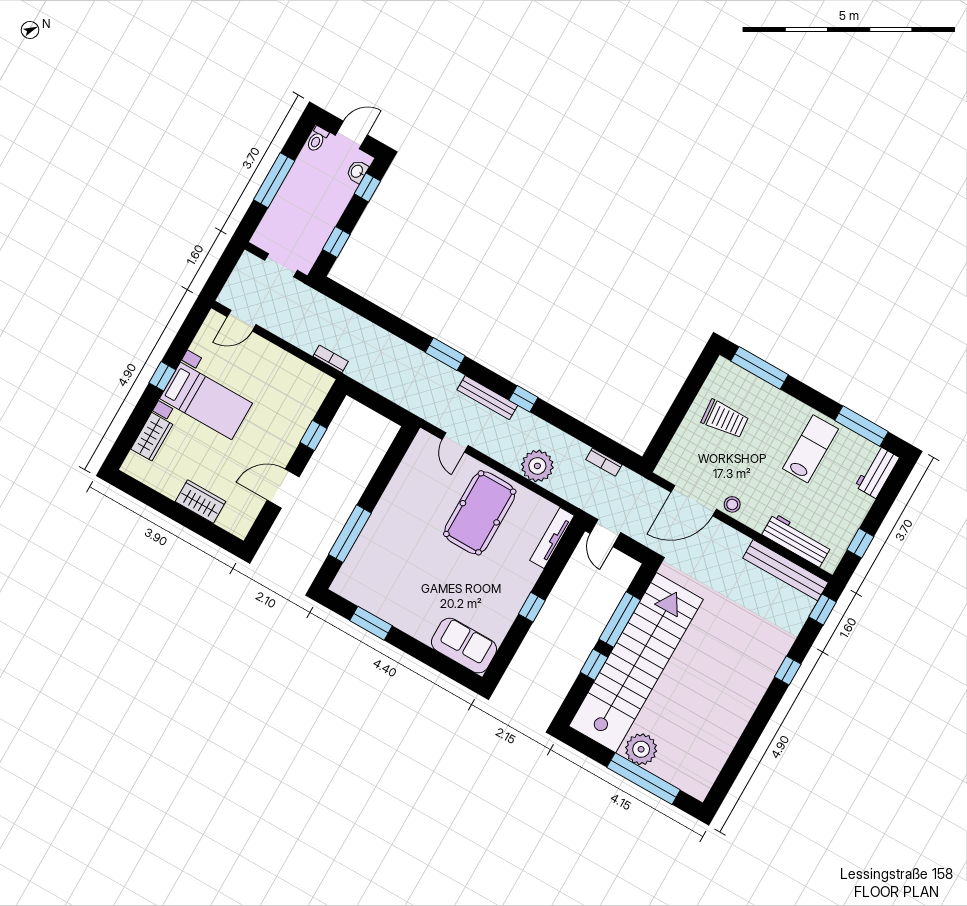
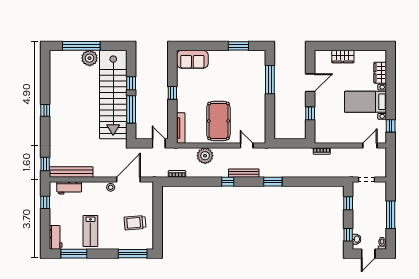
window: (162, 376) -> (391, 126), moved
workbench: (797, 540) -> (69, 188), width x0.73
window: (788, 671) -> (45, 110), moved

